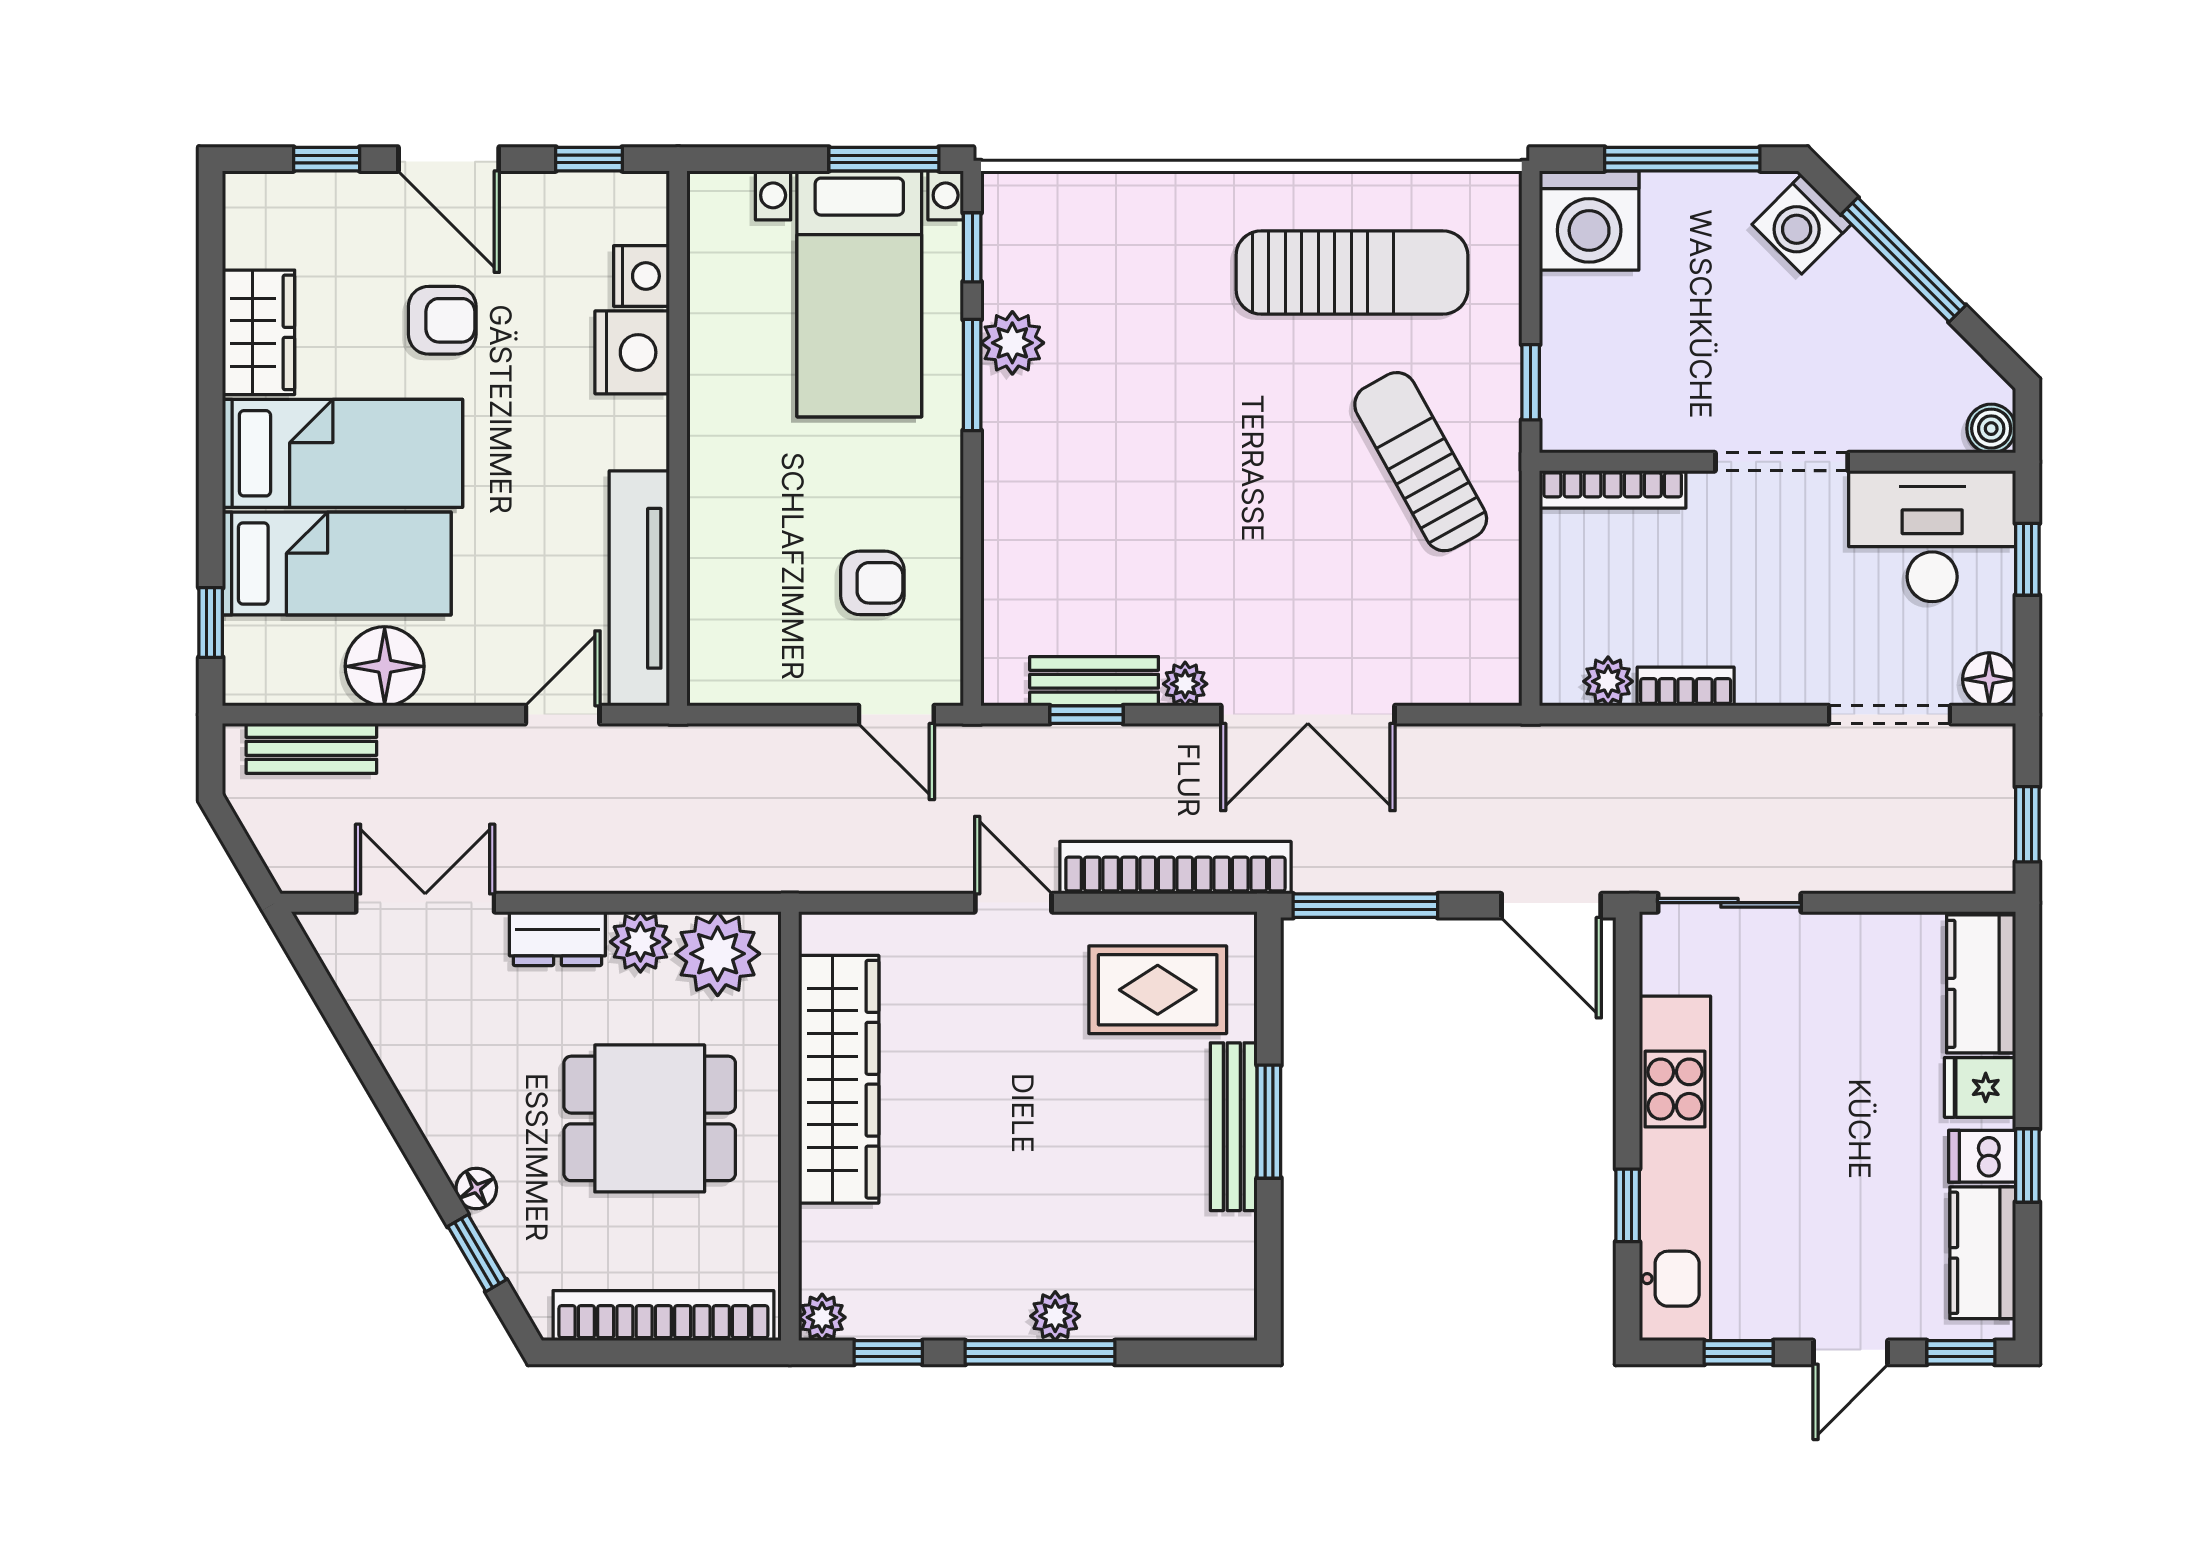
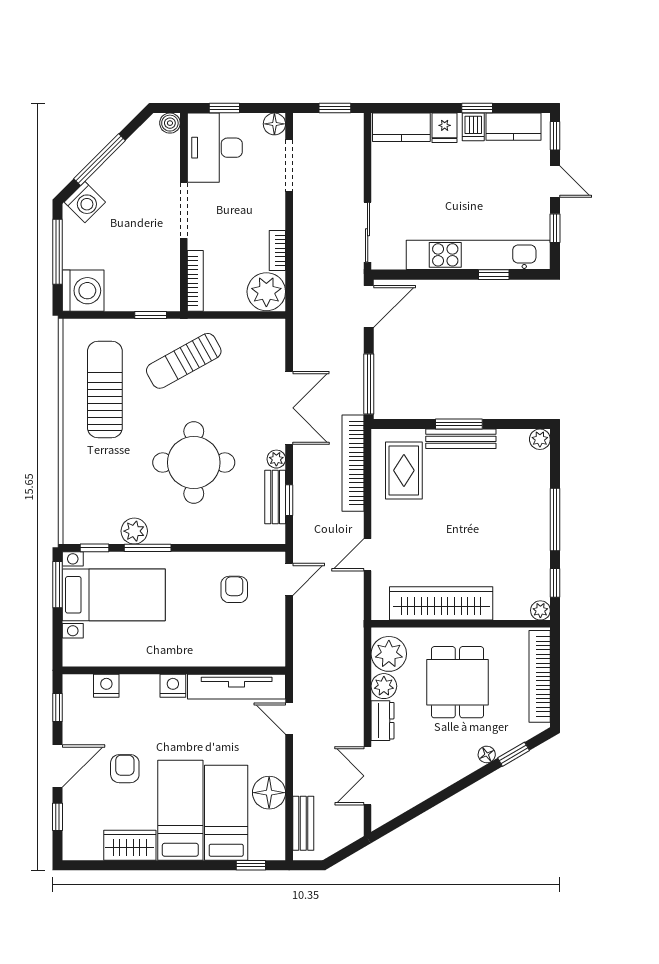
nightstand: (632, 352) -> (173, 686), moved, width x0.74, depth x0.75
round table: (1177, 486) -> (194, 463), added
plant: (1608, 681) -> (266, 292), width x1.87, depth x1.87
door: (1013, 903) -> (368, 555), moved
plant: (1055, 1316) -> (540, 439), moved

